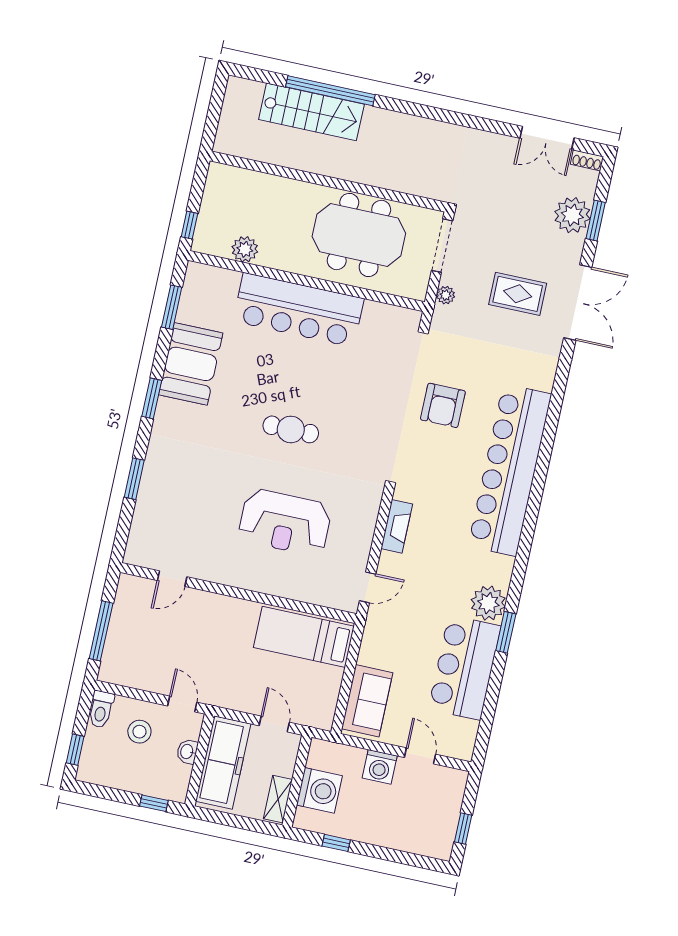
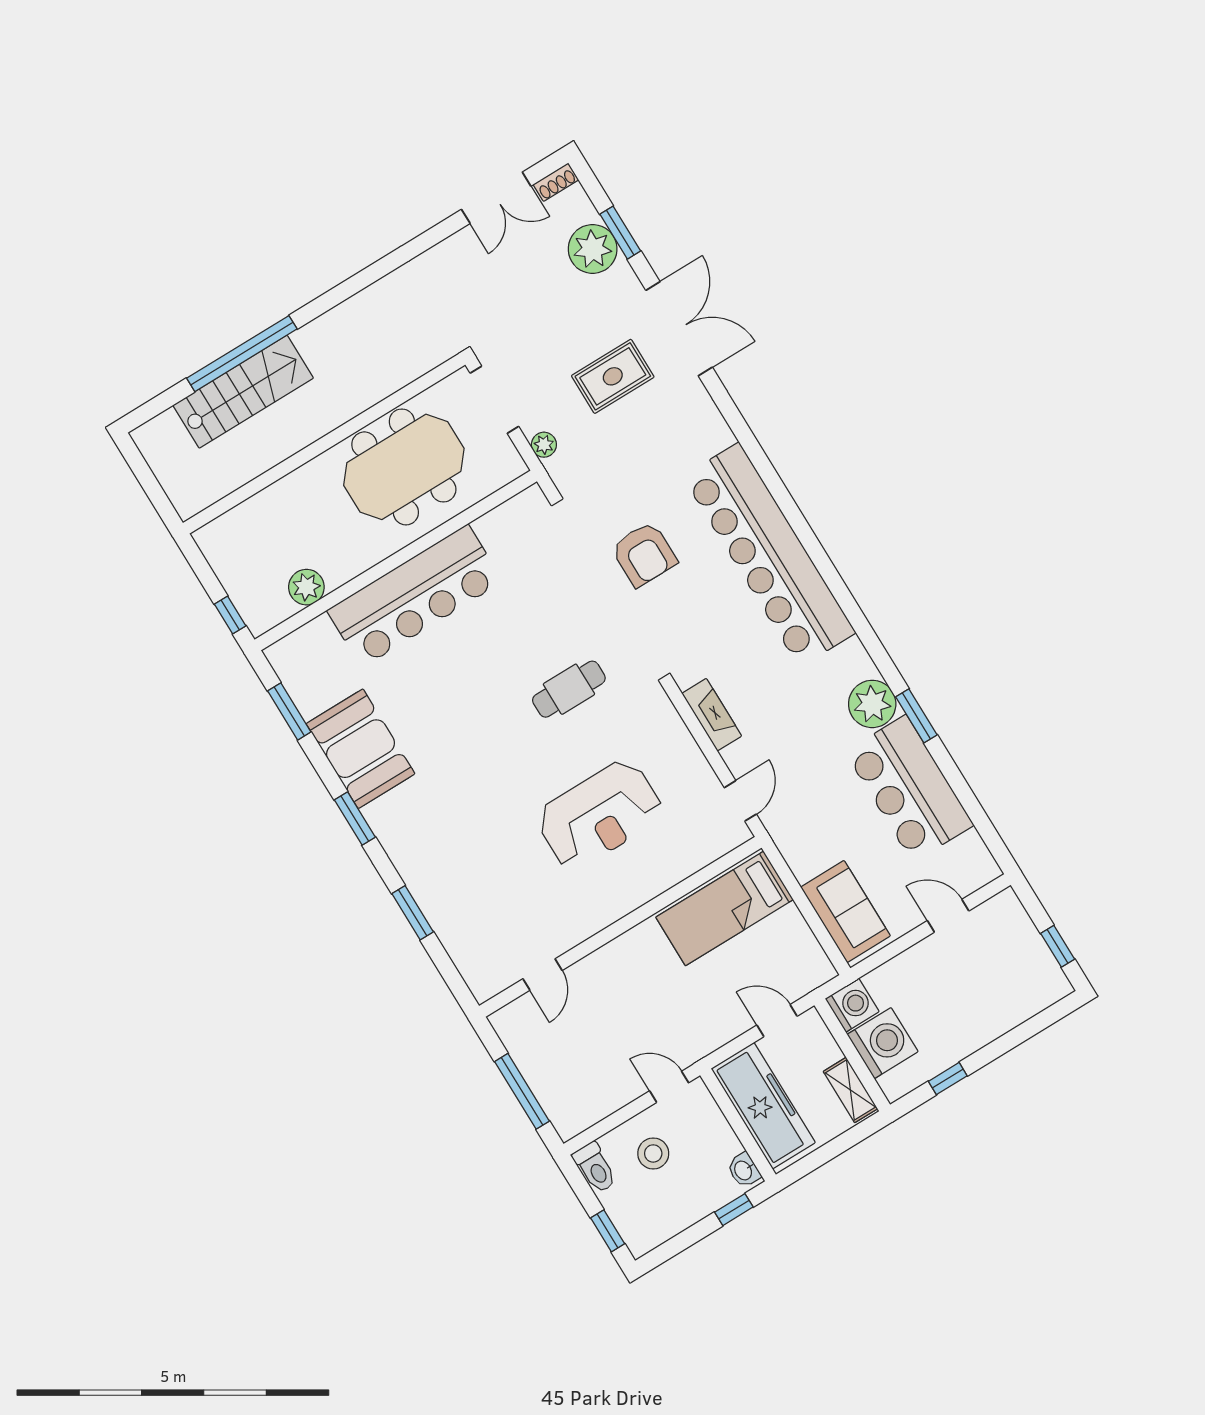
cafe table: (291, 429) -> (569, 689), moved
washbasin: (187, 752) -> (744, 1170), moved
washing machine: (380, 767) -> (852, 1005), moved, turned -90

